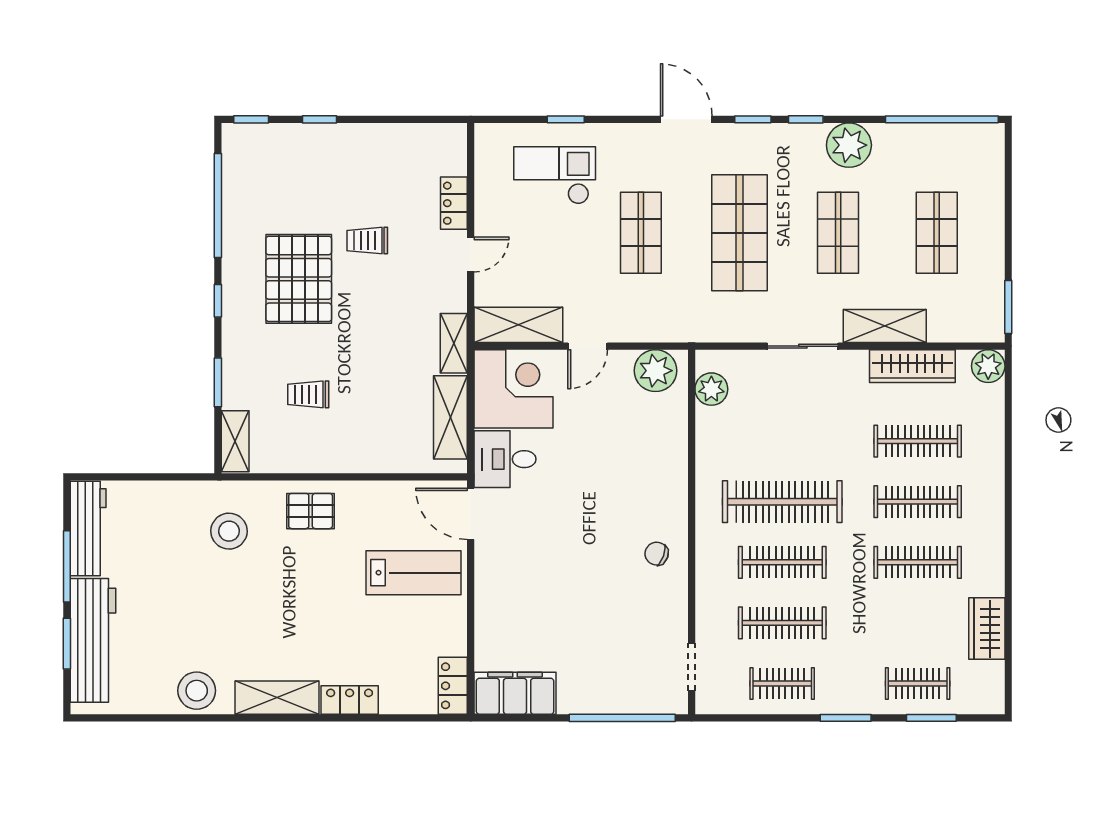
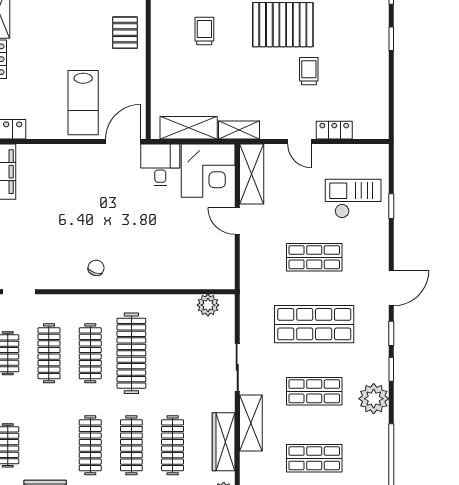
checkout: (555, 175) -> (353, 199), turned -90
plant: (656, 371) -> (220, 267), removed

